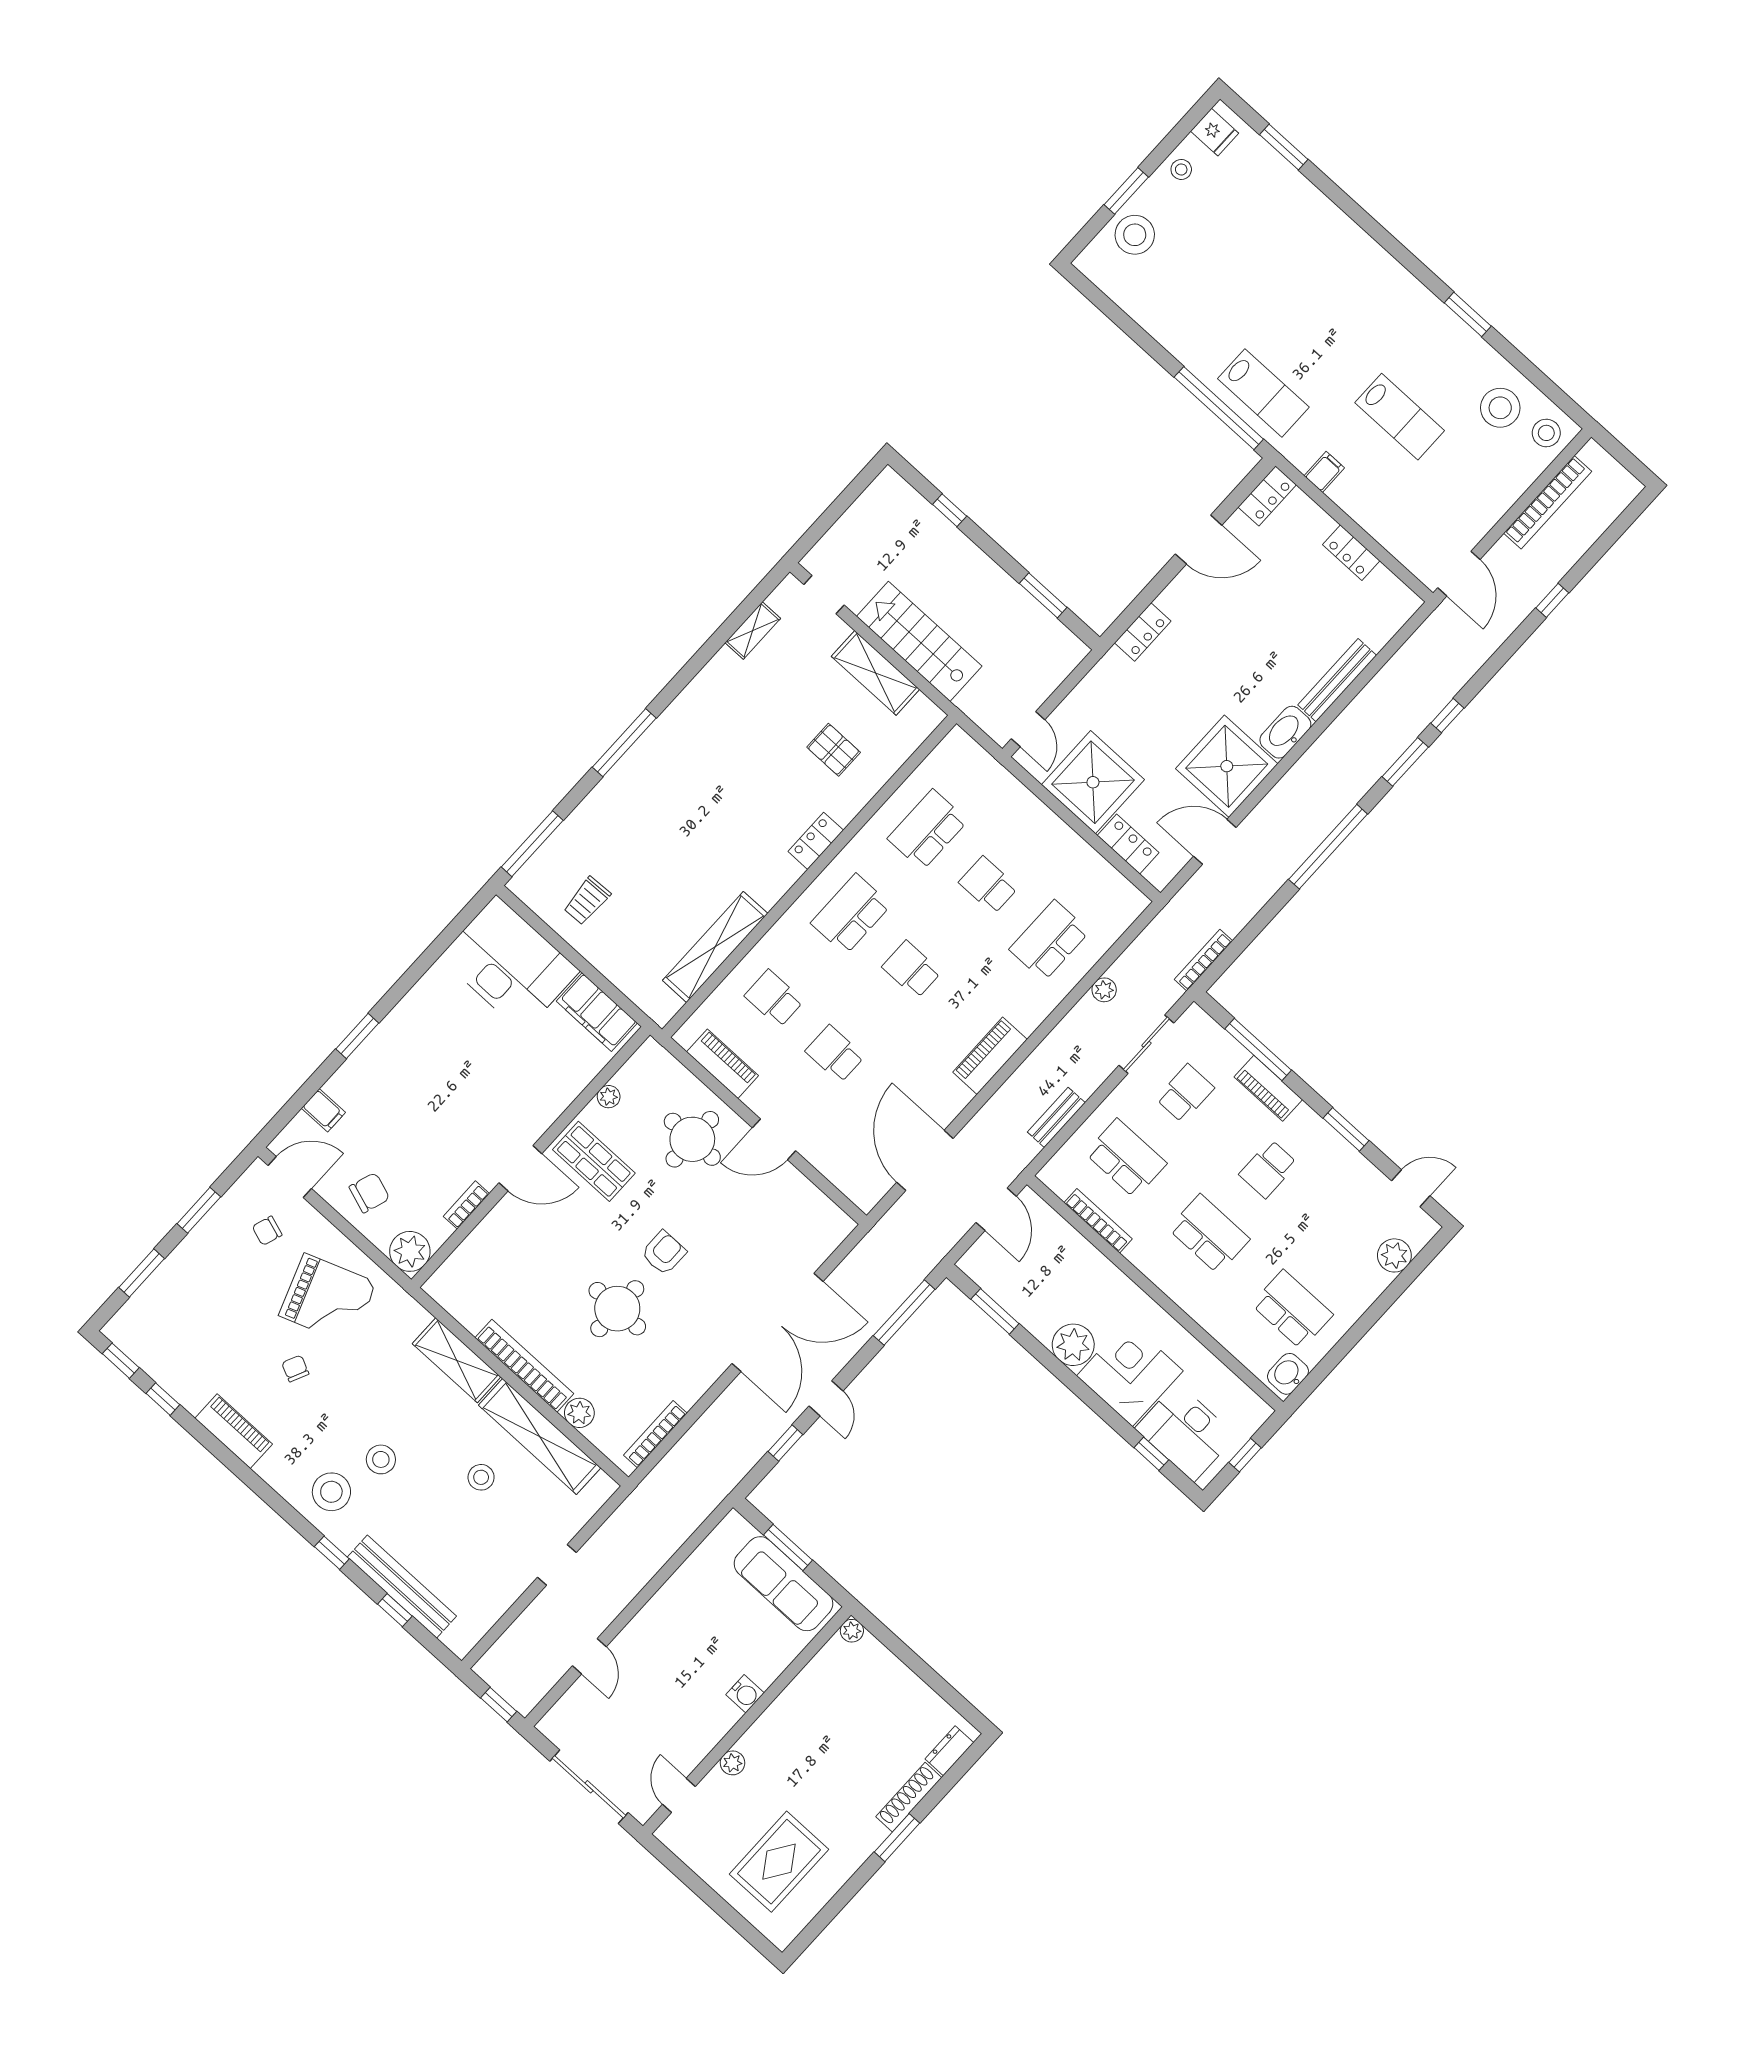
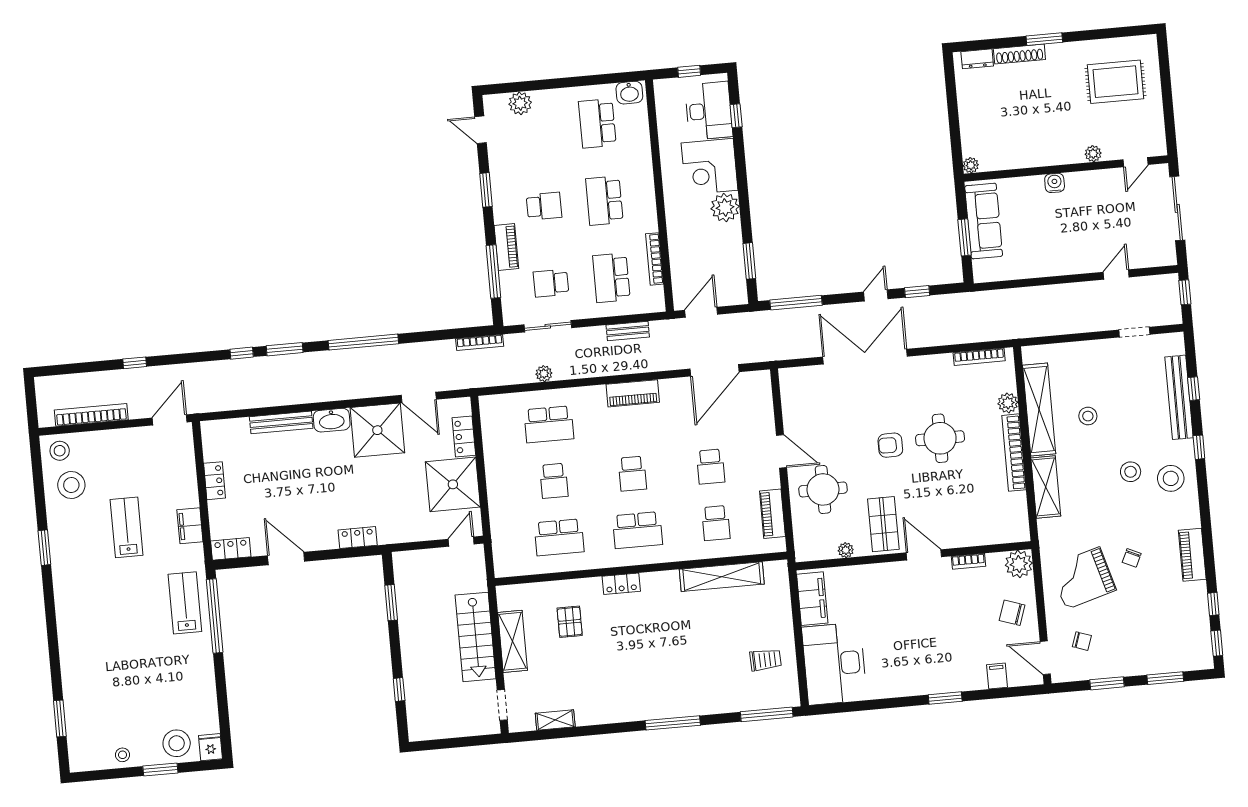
fridge: (1215, 132) -> (210, 747), moved
filing cabinet: (1324, 472) -> (190, 526), width x2.00
grand piano: (328, 1299) -> (1083, 578), turned -86
doorway: (557, 1565) -> (1134, 332), moved

